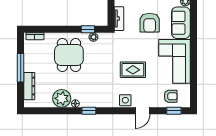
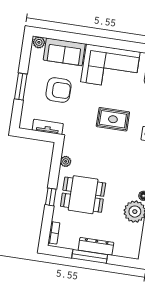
window: (88, 29) -> (51, 197), moved
rug: (133, 70) -> (113, 119), turned 90
dresser: (29, 86) -> (96, 246), moved

